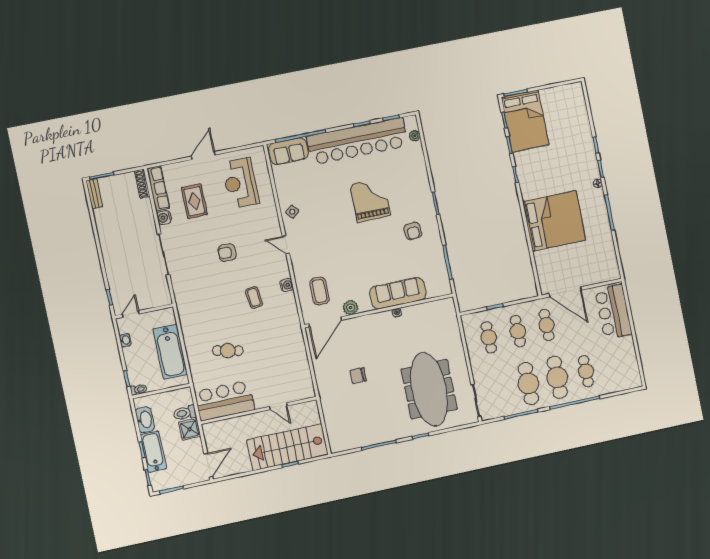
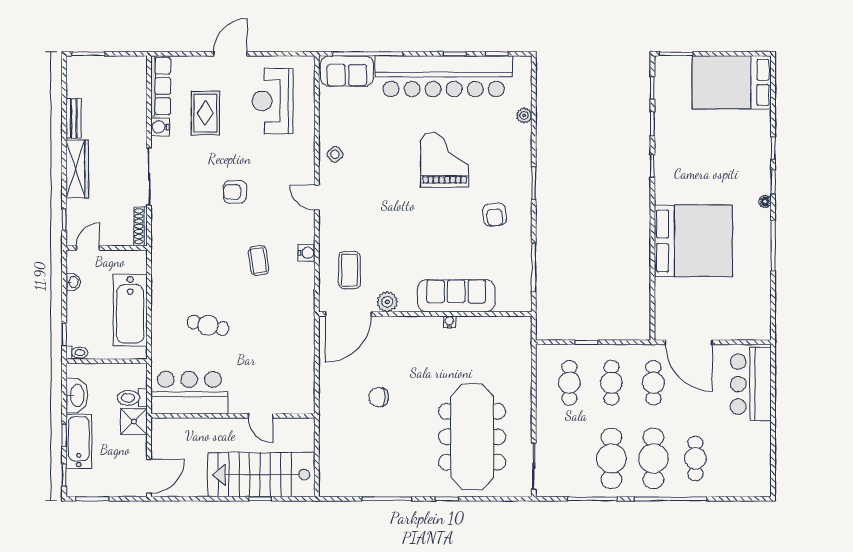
bed: (525, 121) -> (732, 82), moved, turned 90
plant: (415, 136) -> (524, 115), moved
shoe rack: (142, 184) -> (140, 226), moved
bench: (94, 194) -> (74, 118), moved
wardrobe: (111, 260) -> (77, 169), added

